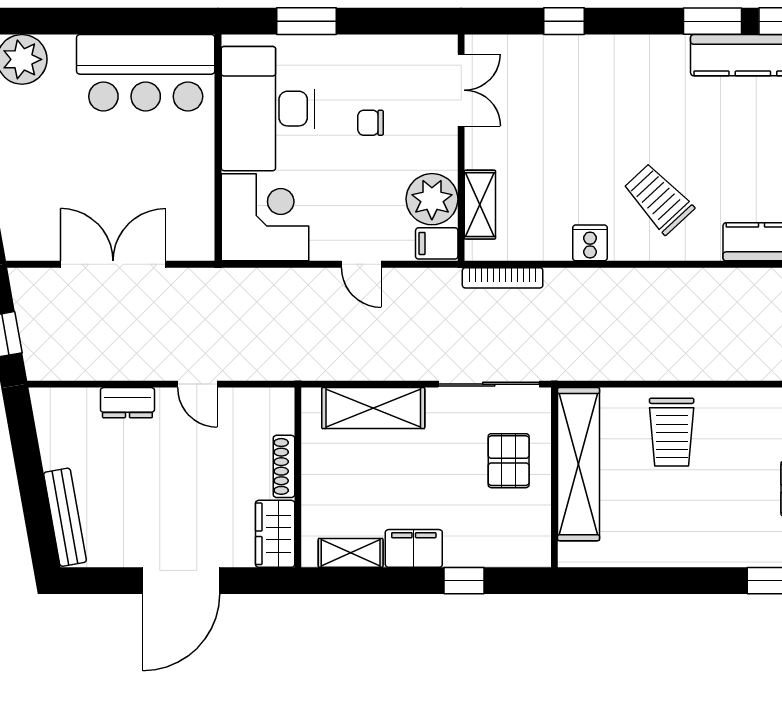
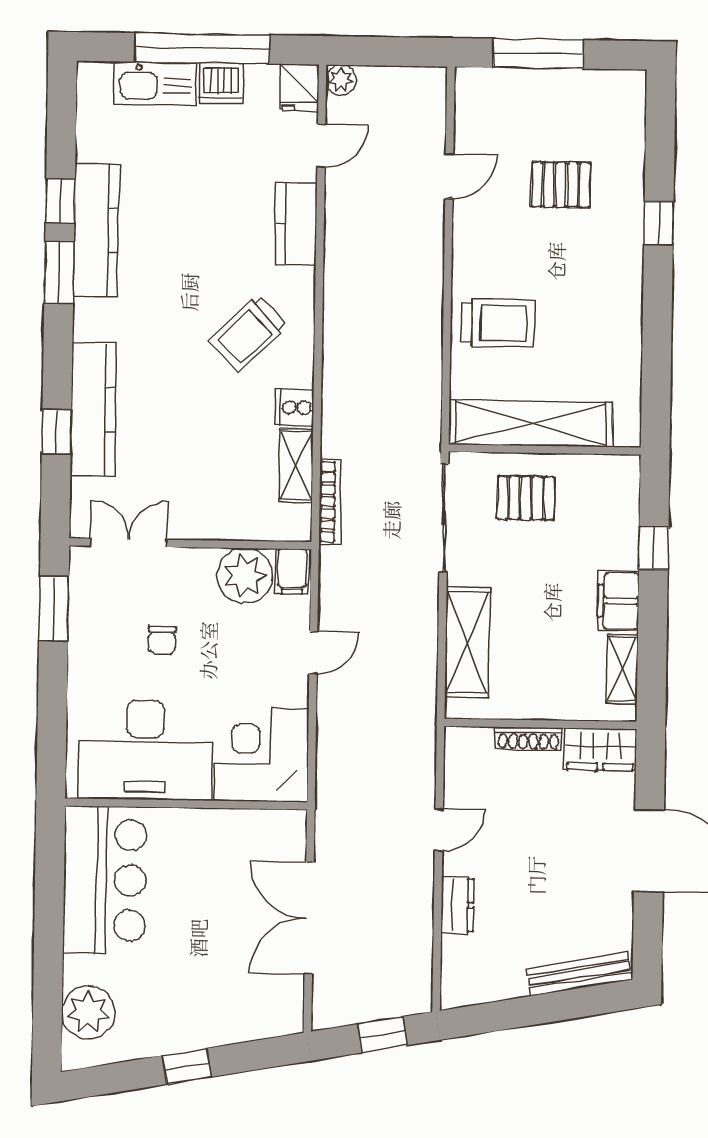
window: (307, 21) -> (54, 609), moved
kitchen counter: (585, 55) -> (93, 410), added
shelving: (480, 205) -> (296, 465), moved, turned 90

